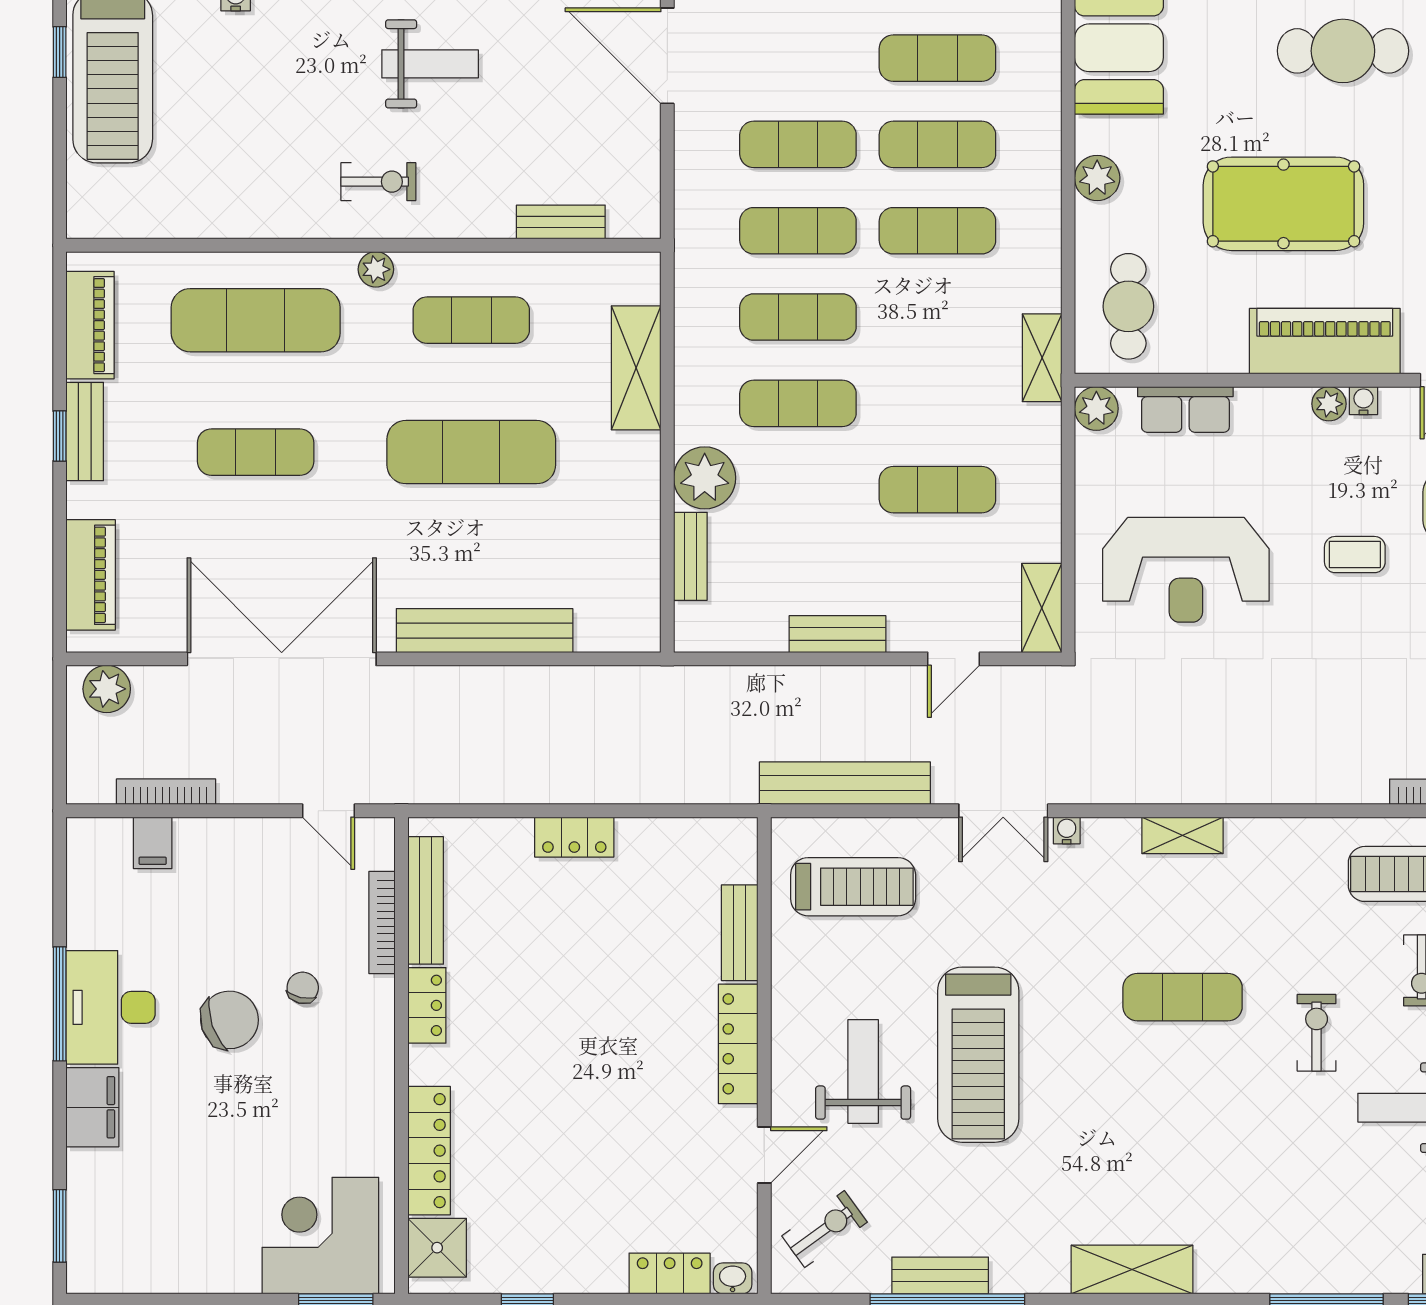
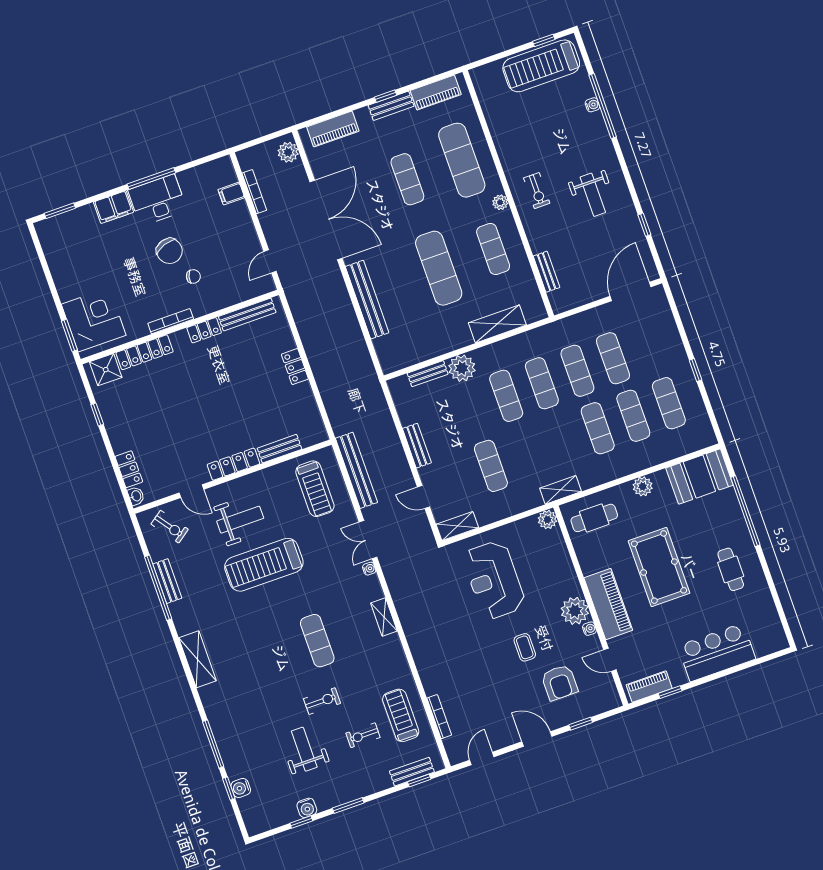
cafe table: (1343, 51) -> (731, 569), width x0.73, depth x0.74
plant: (1329, 404) -> (575, 611), width x1.88, depth x1.88
row of seats: (1185, 409) -> (560, 556), removed
bookcase: (382, 923) -> (171, 321), moved

